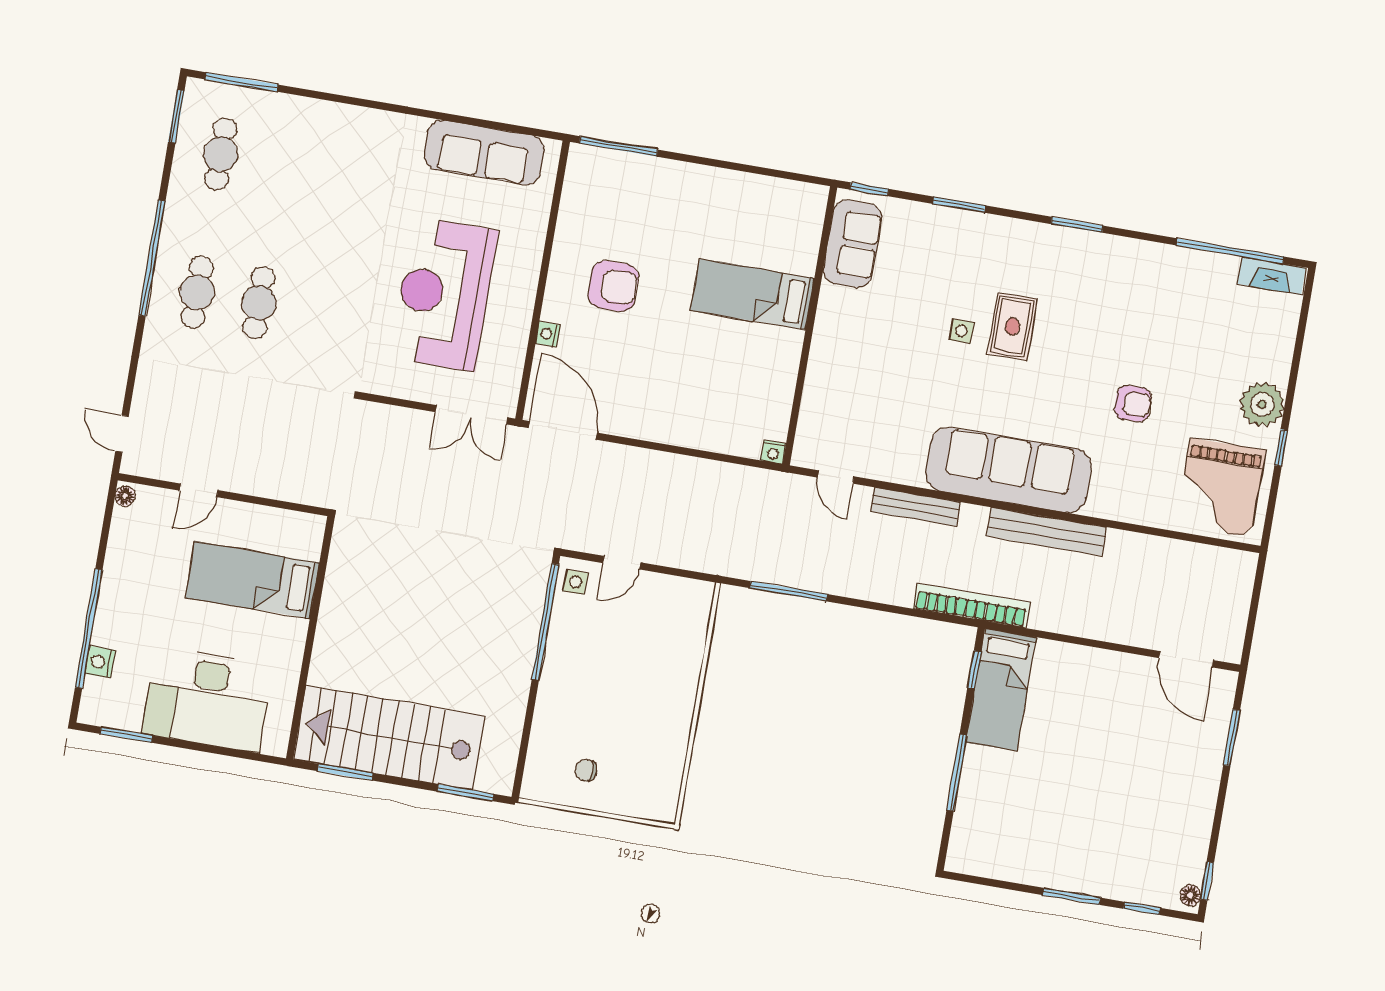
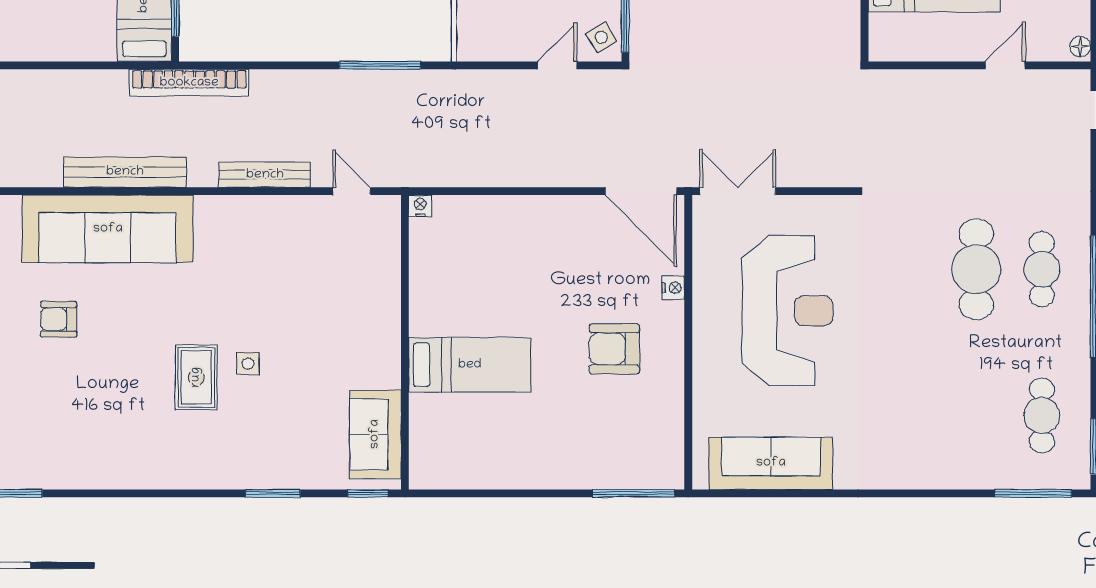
window: (1077, 225) -> (148, 493), removed
cafe table: (259, 303) -> (976, 269), width x1.37, depth x1.35
sofa: (1009, 470) -> (108, 229), moved
side table: (575, 582) -> (601, 37), turned -31

